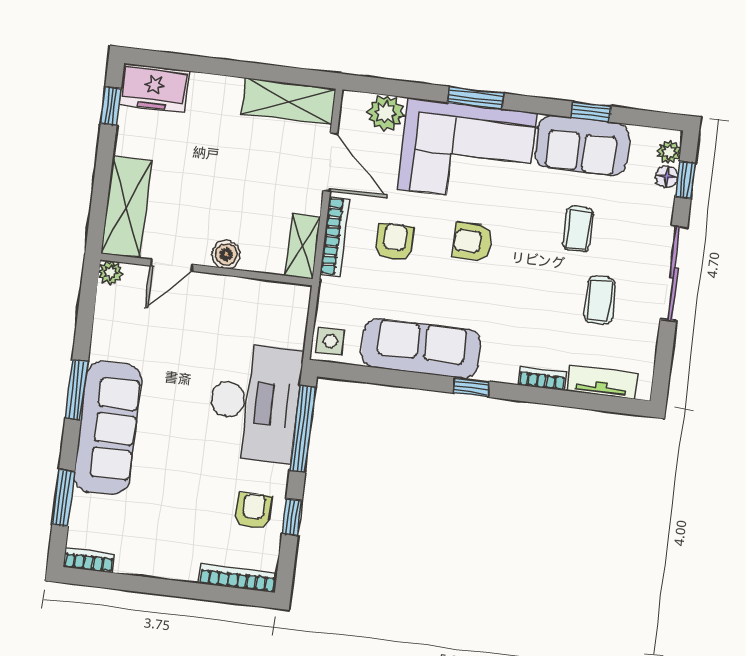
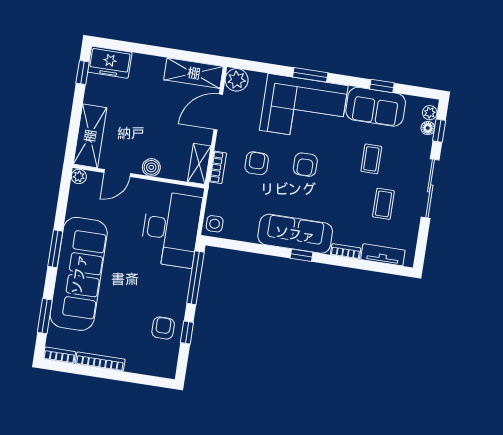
plant: (385, 113) -> (237, 80), moved
door: (330, 162) -> (218, 112), swing flipped
bookcase: (335, 237) -> (218, 167), width x0.64
armchair: (473, 242) -> (305, 165), turned -90
sofa: (421, 348) -> (295, 234), moved
desk: (254, 402) -> (171, 229), moved
sofa: (108, 428) -> (79, 274), width x1.36, depth x1.27
bookcase: (238, 578) -> (100, 362), moved

